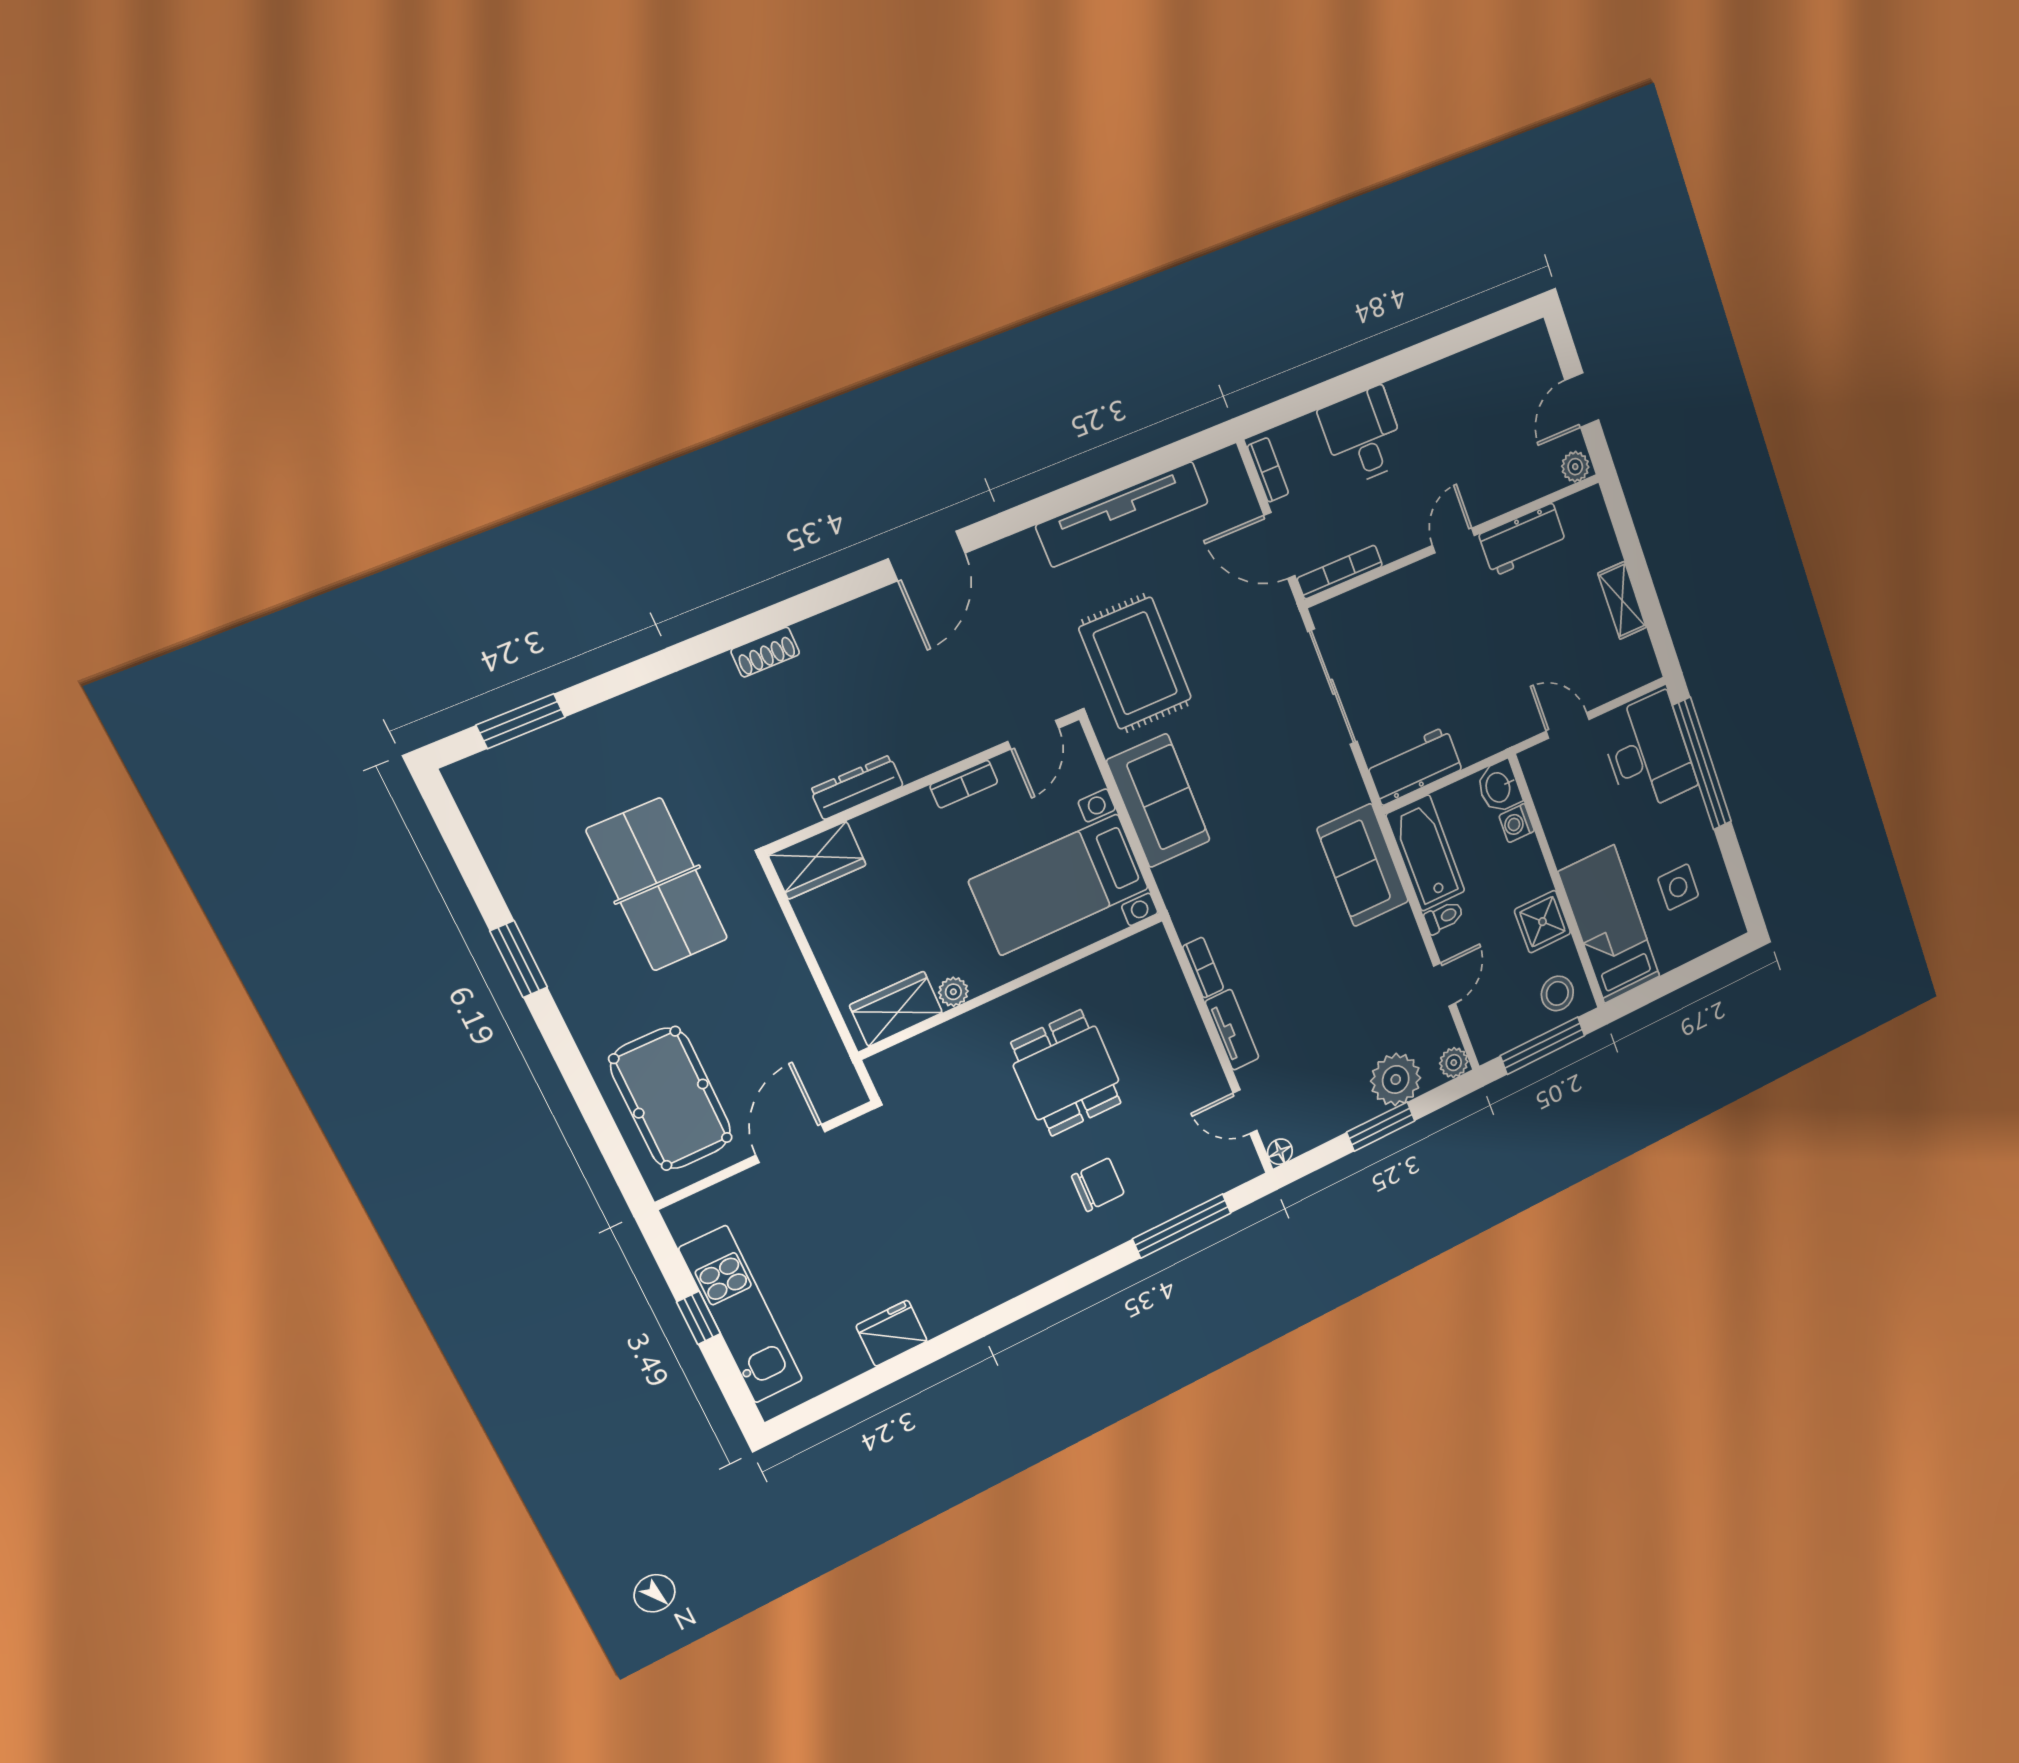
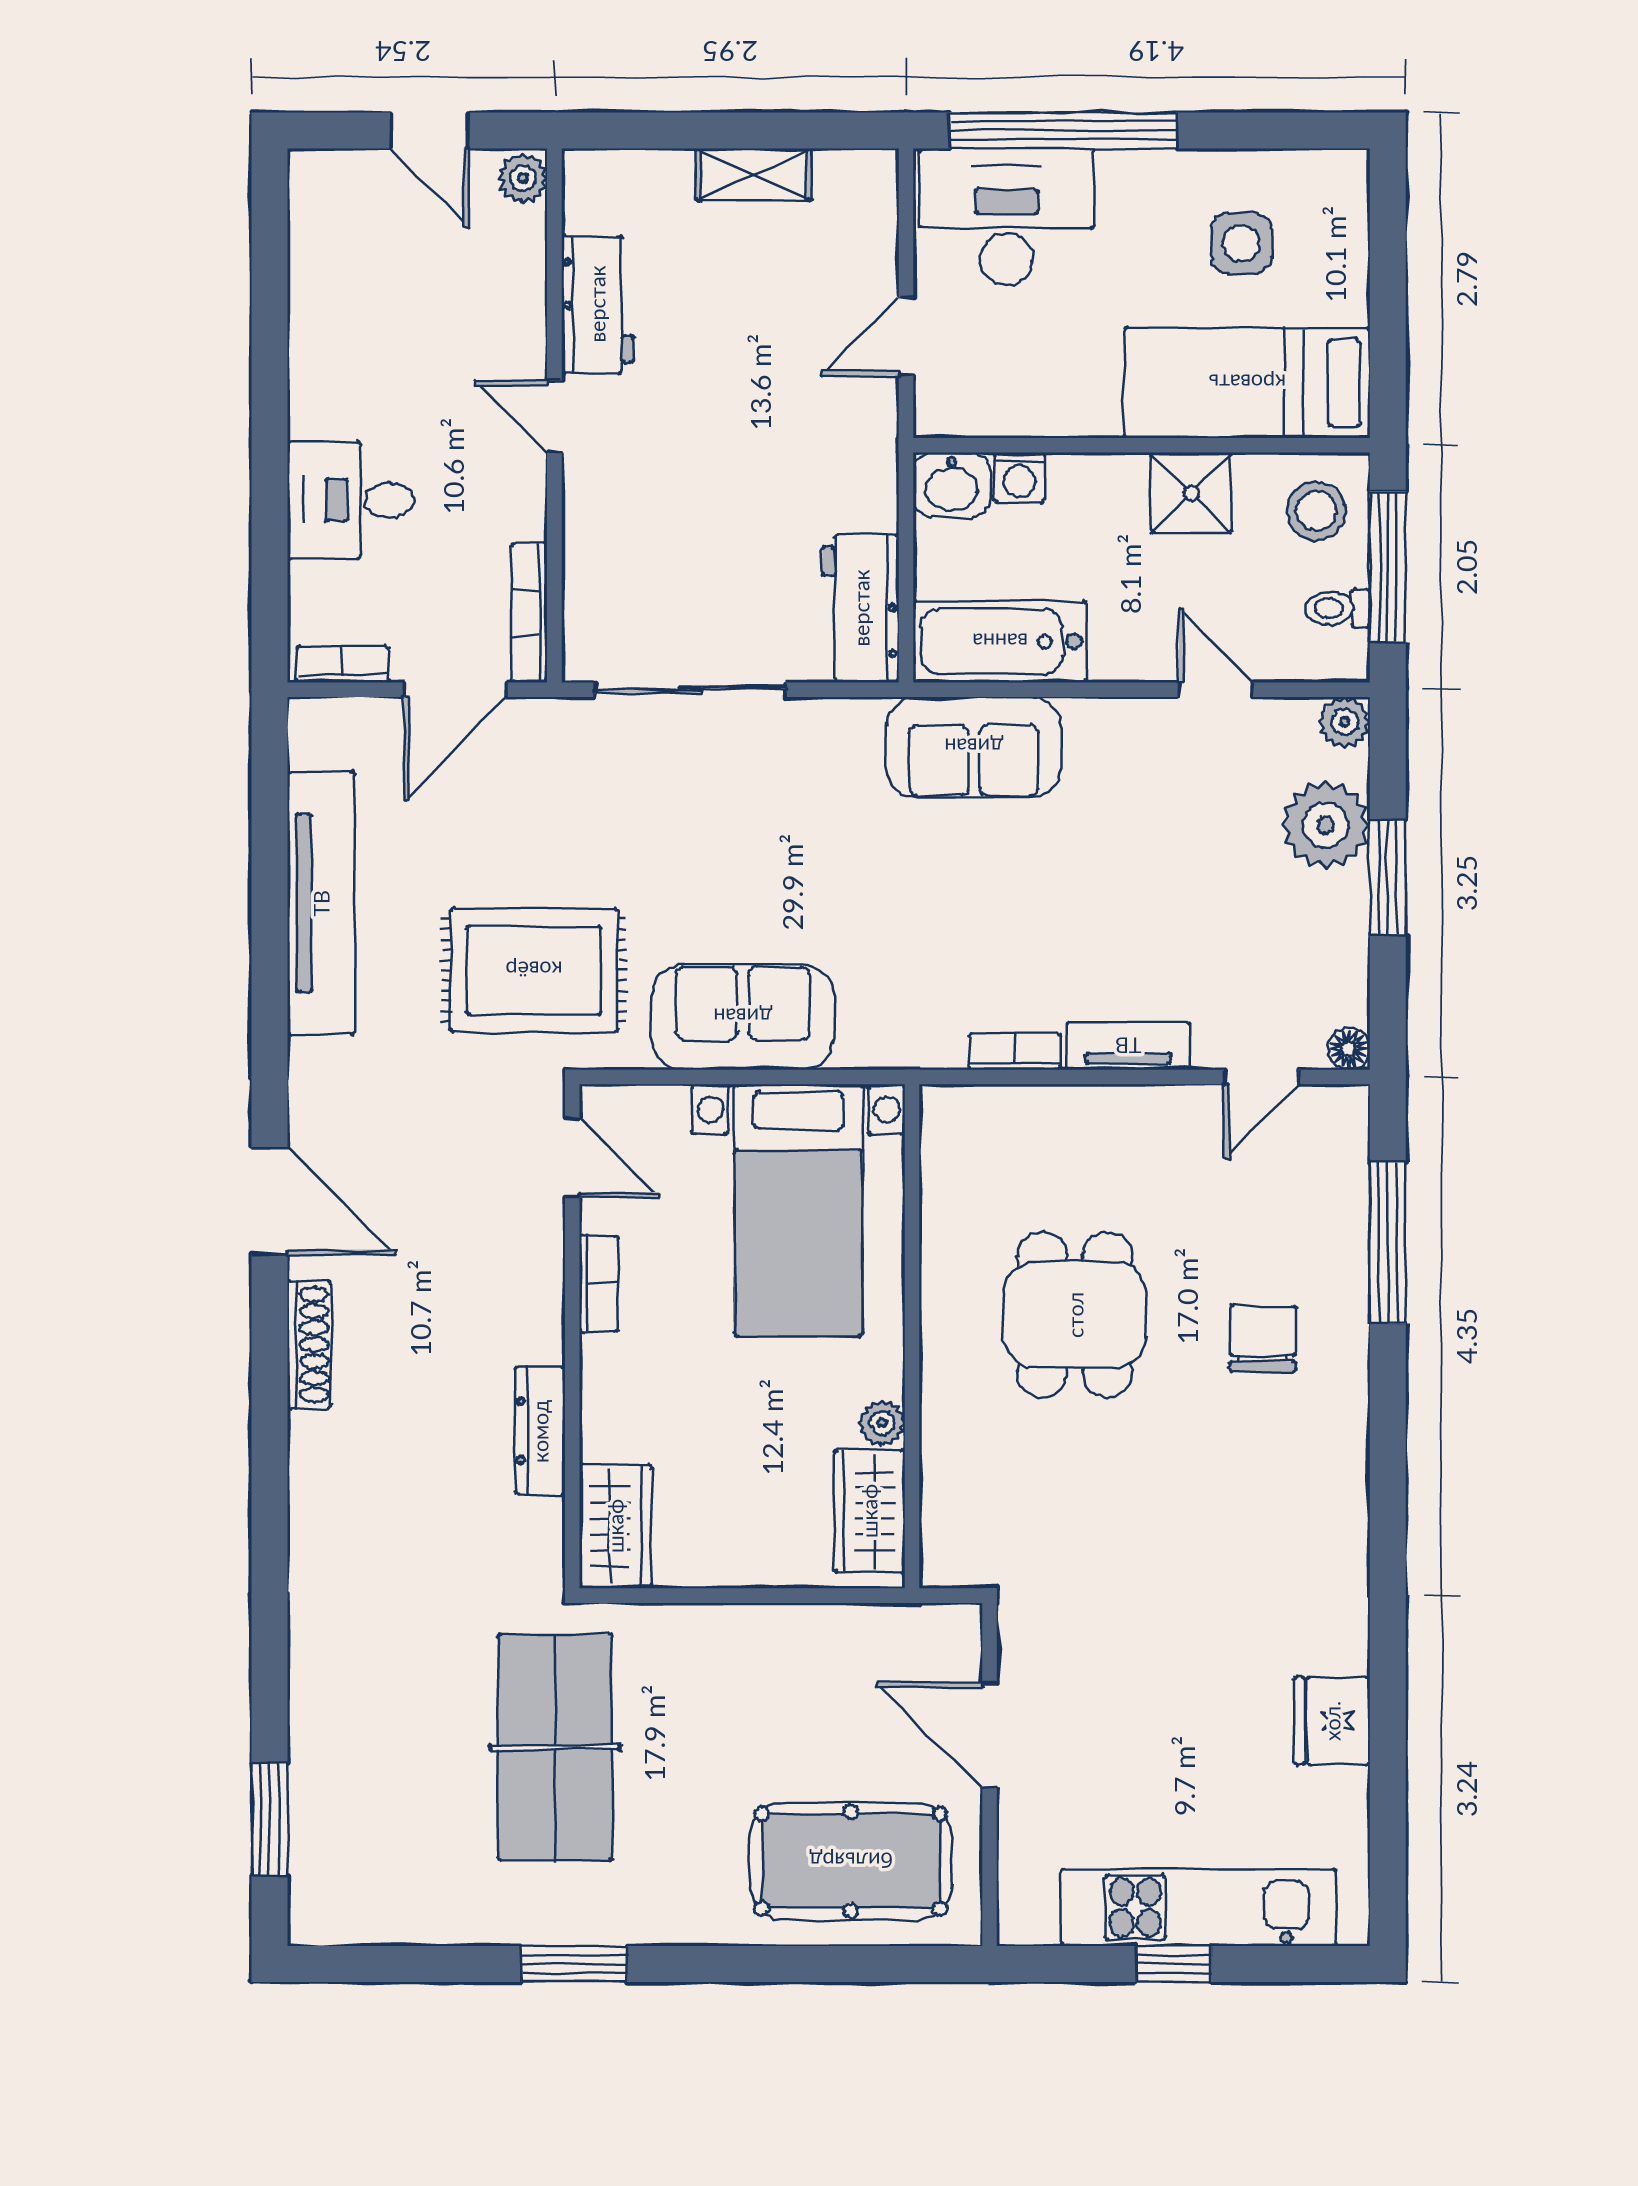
shoe rack: (765, 652) -> (309, 1345), moved, width x1.43
table tennis table: (657, 885) -> (555, 1747), turned 90
toilet: (1444, 917) -> (1338, 608), moved, turned -90
dining table: (1066, 1073) -> (1075, 1315), turned 90

